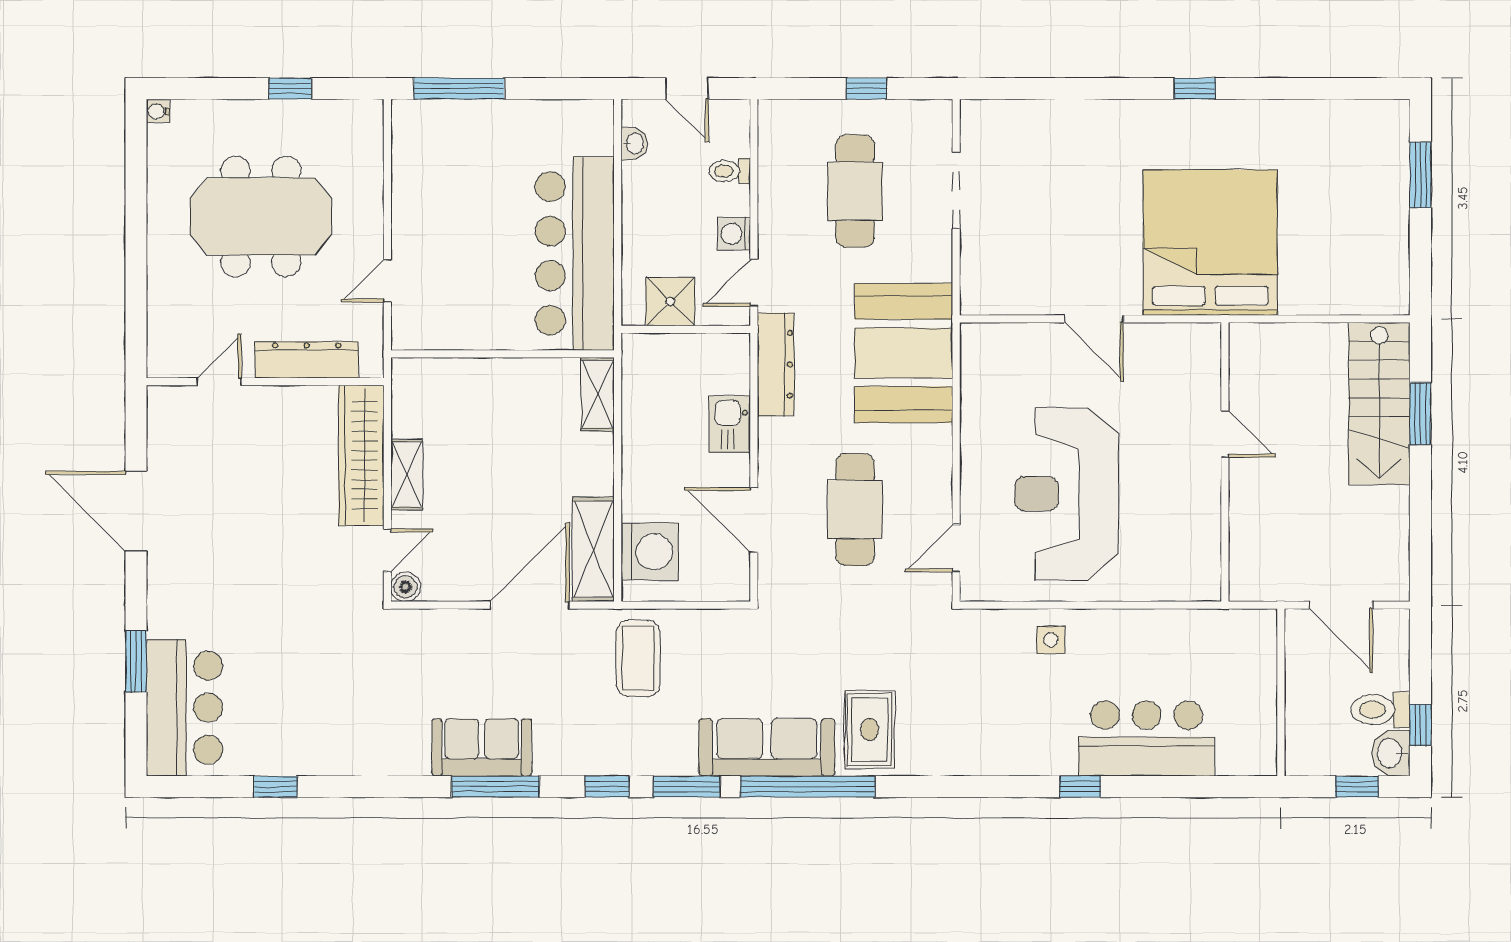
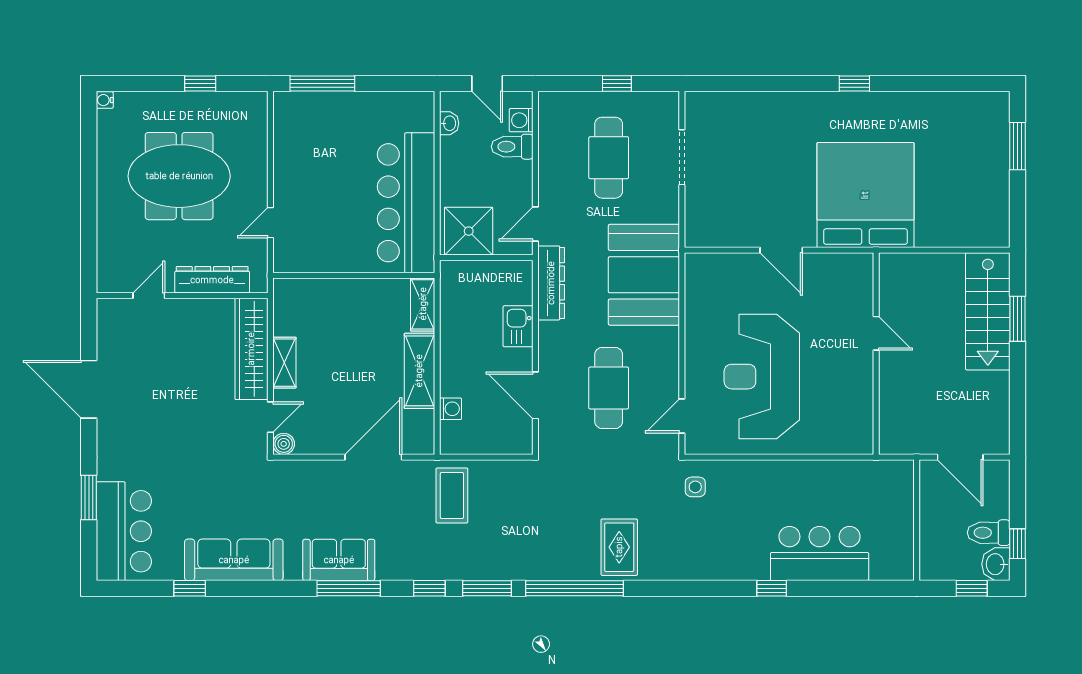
toilet: (730, 171) -> (512, 147), width x1.37, depth x1.39
washing machine: (734, 234) -> (521, 120), moved
shower: (670, 301) -> (469, 231), width x1.36, depth x1.36
shelving: (593, 549) -> (419, 371), moved
washing machine: (650, 552) -> (450, 409), width x0.53, depth x0.53
side table: (1051, 640) -> (695, 487), moved
sofa: (767, 747) -> (234, 560), moved

